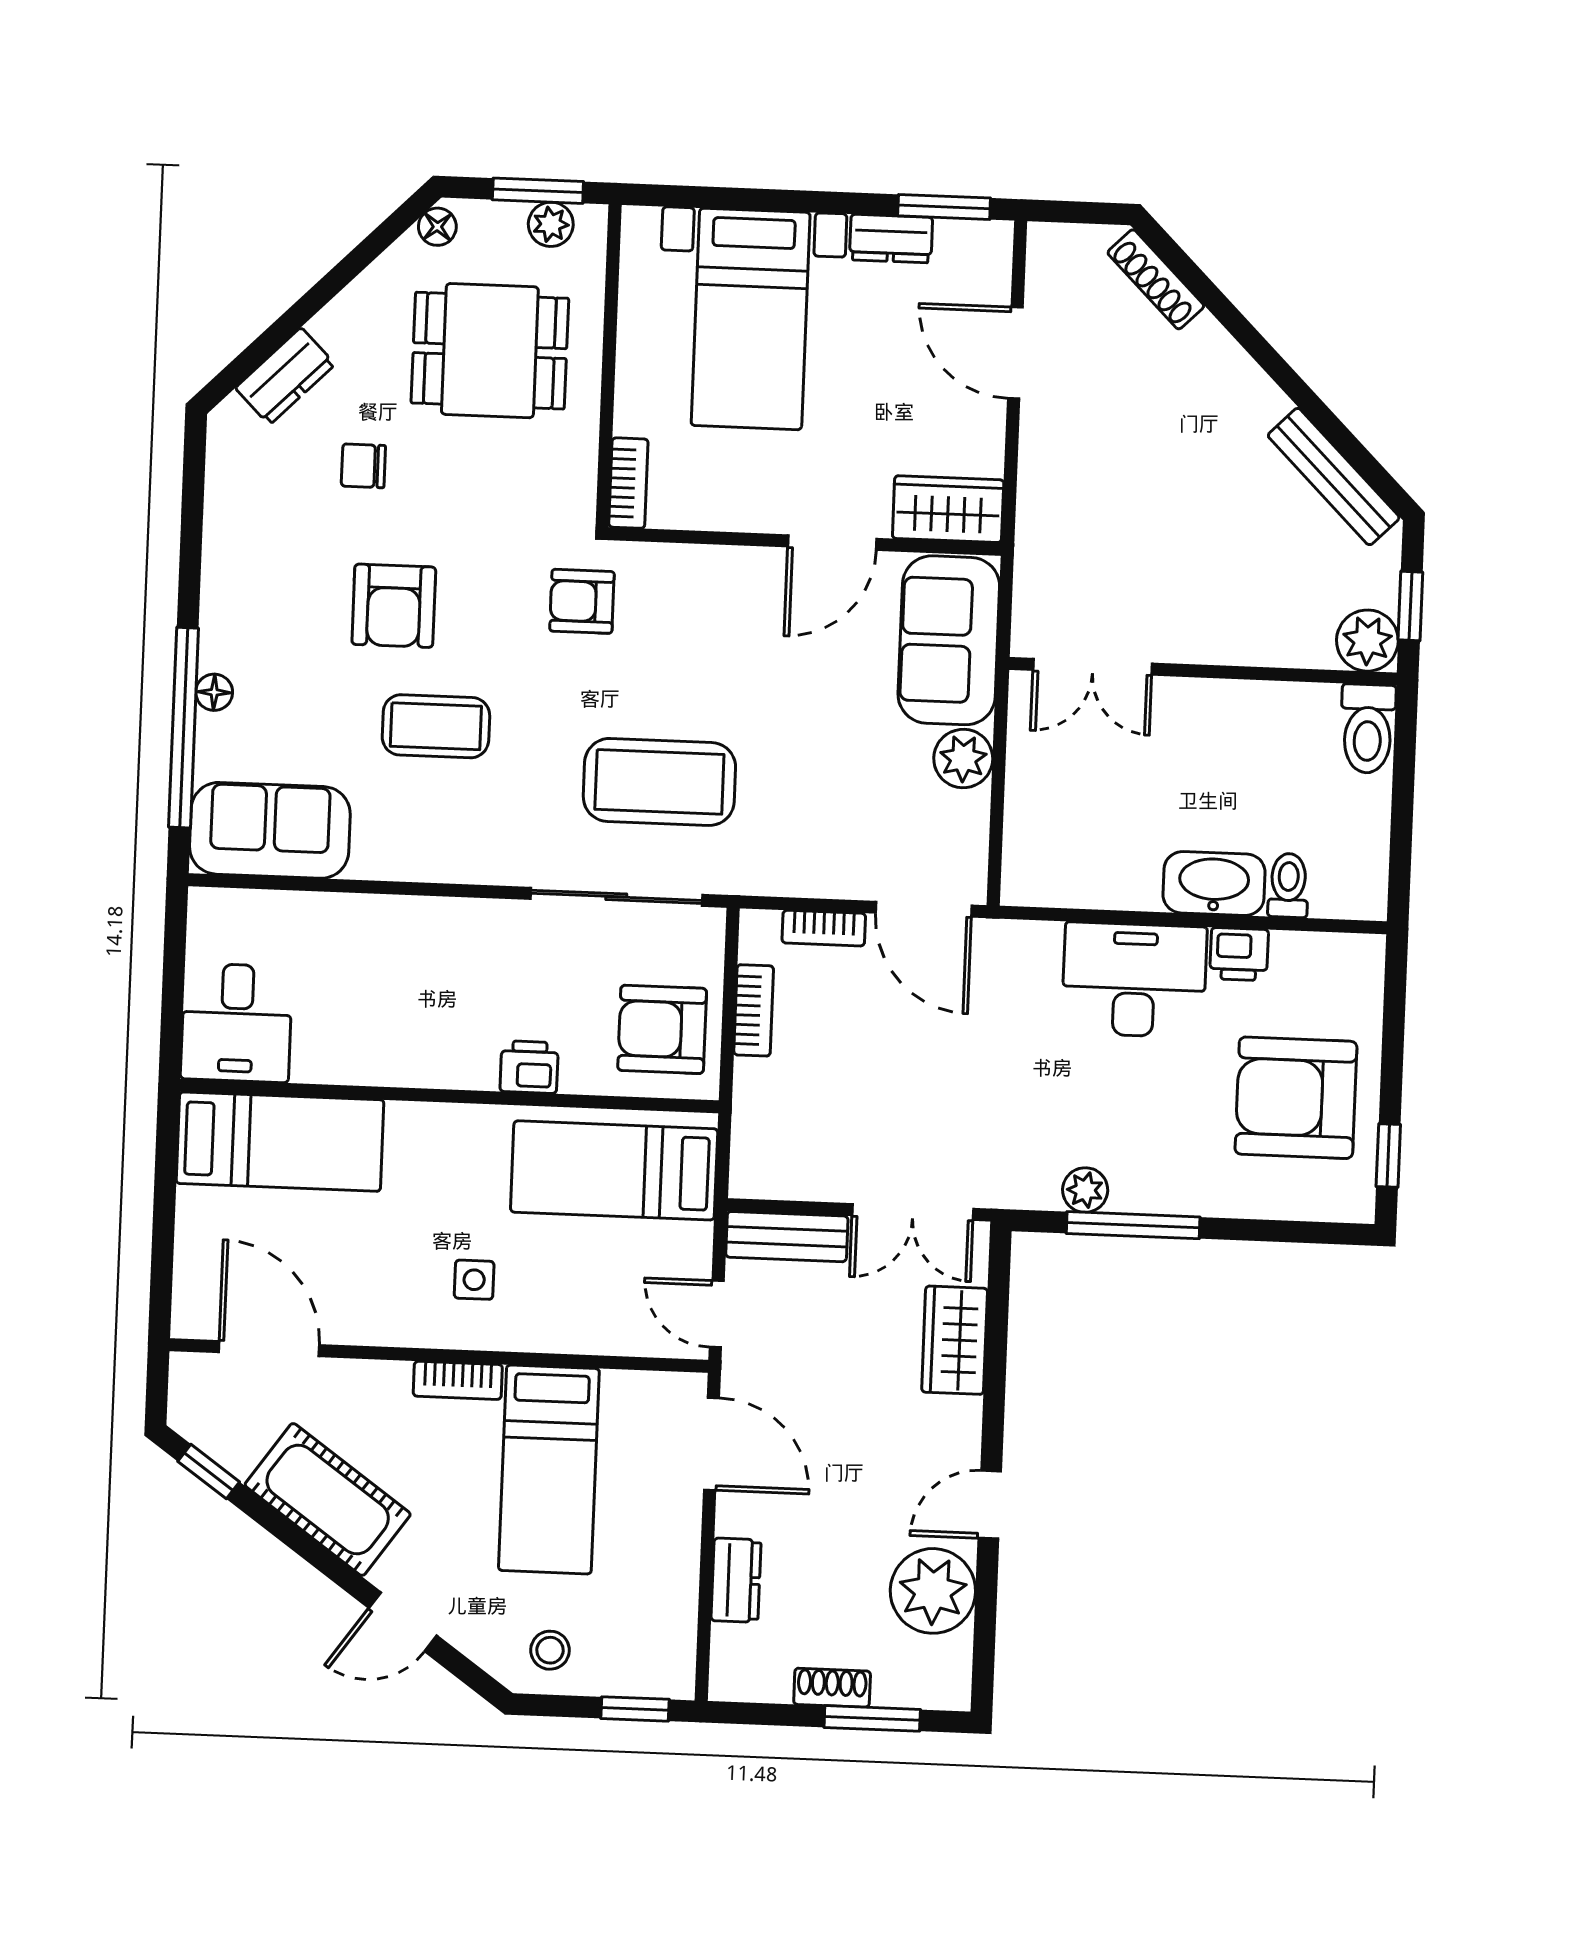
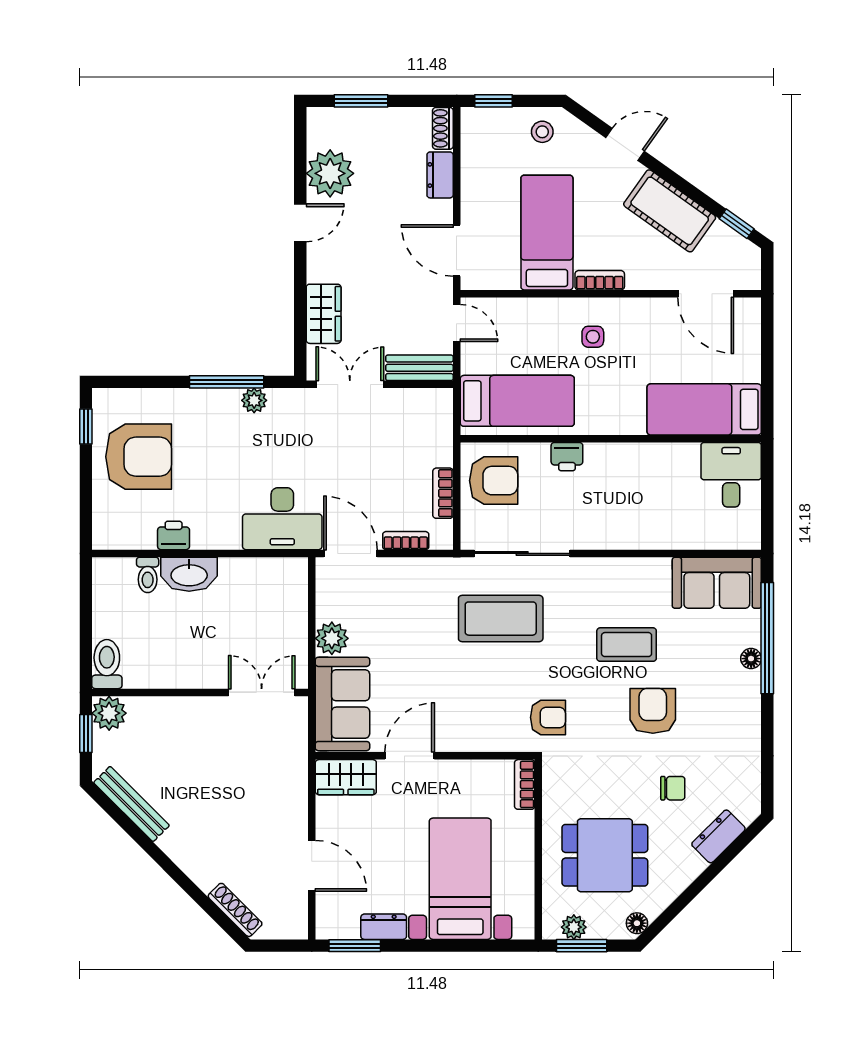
desk: (1134, 980) -> (282, 519), moved
shoe rack: (832, 1688) -> (443, 128), moved, turned 90

